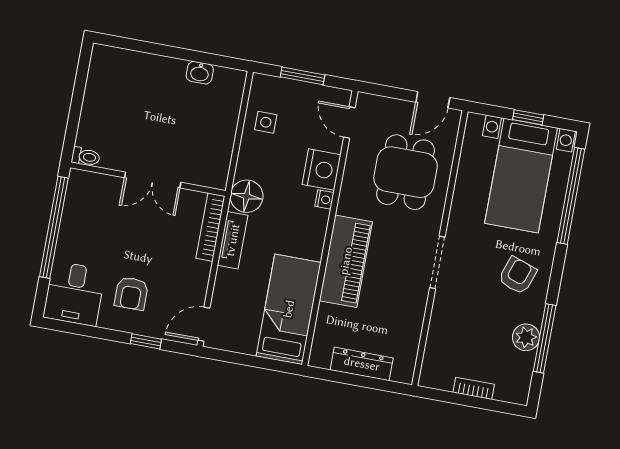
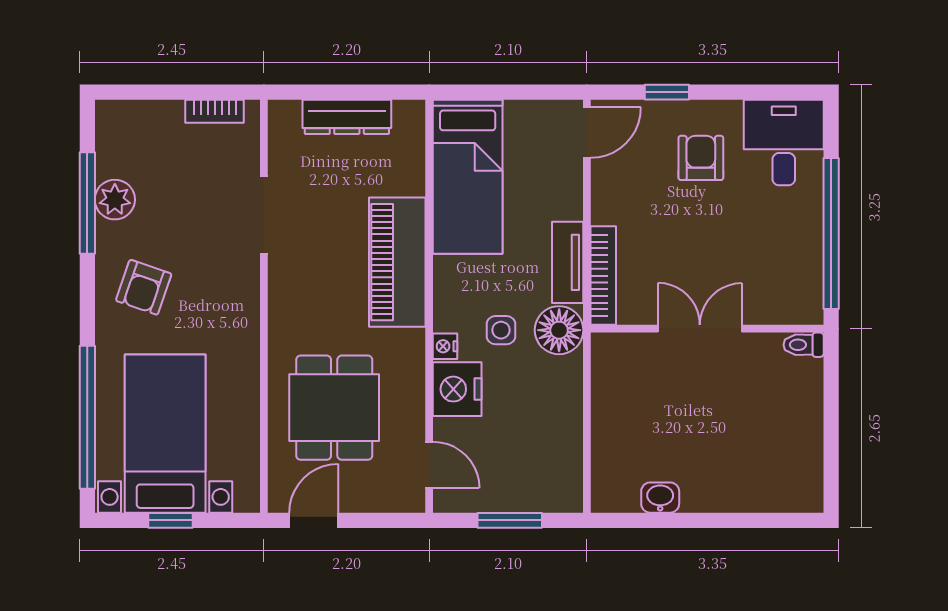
side table: (266, 122) -> (501, 330), moved
doorway: (437, 262) -> (264, 215), moved
bookcase: (474, 388) -> (215, 111), moved

